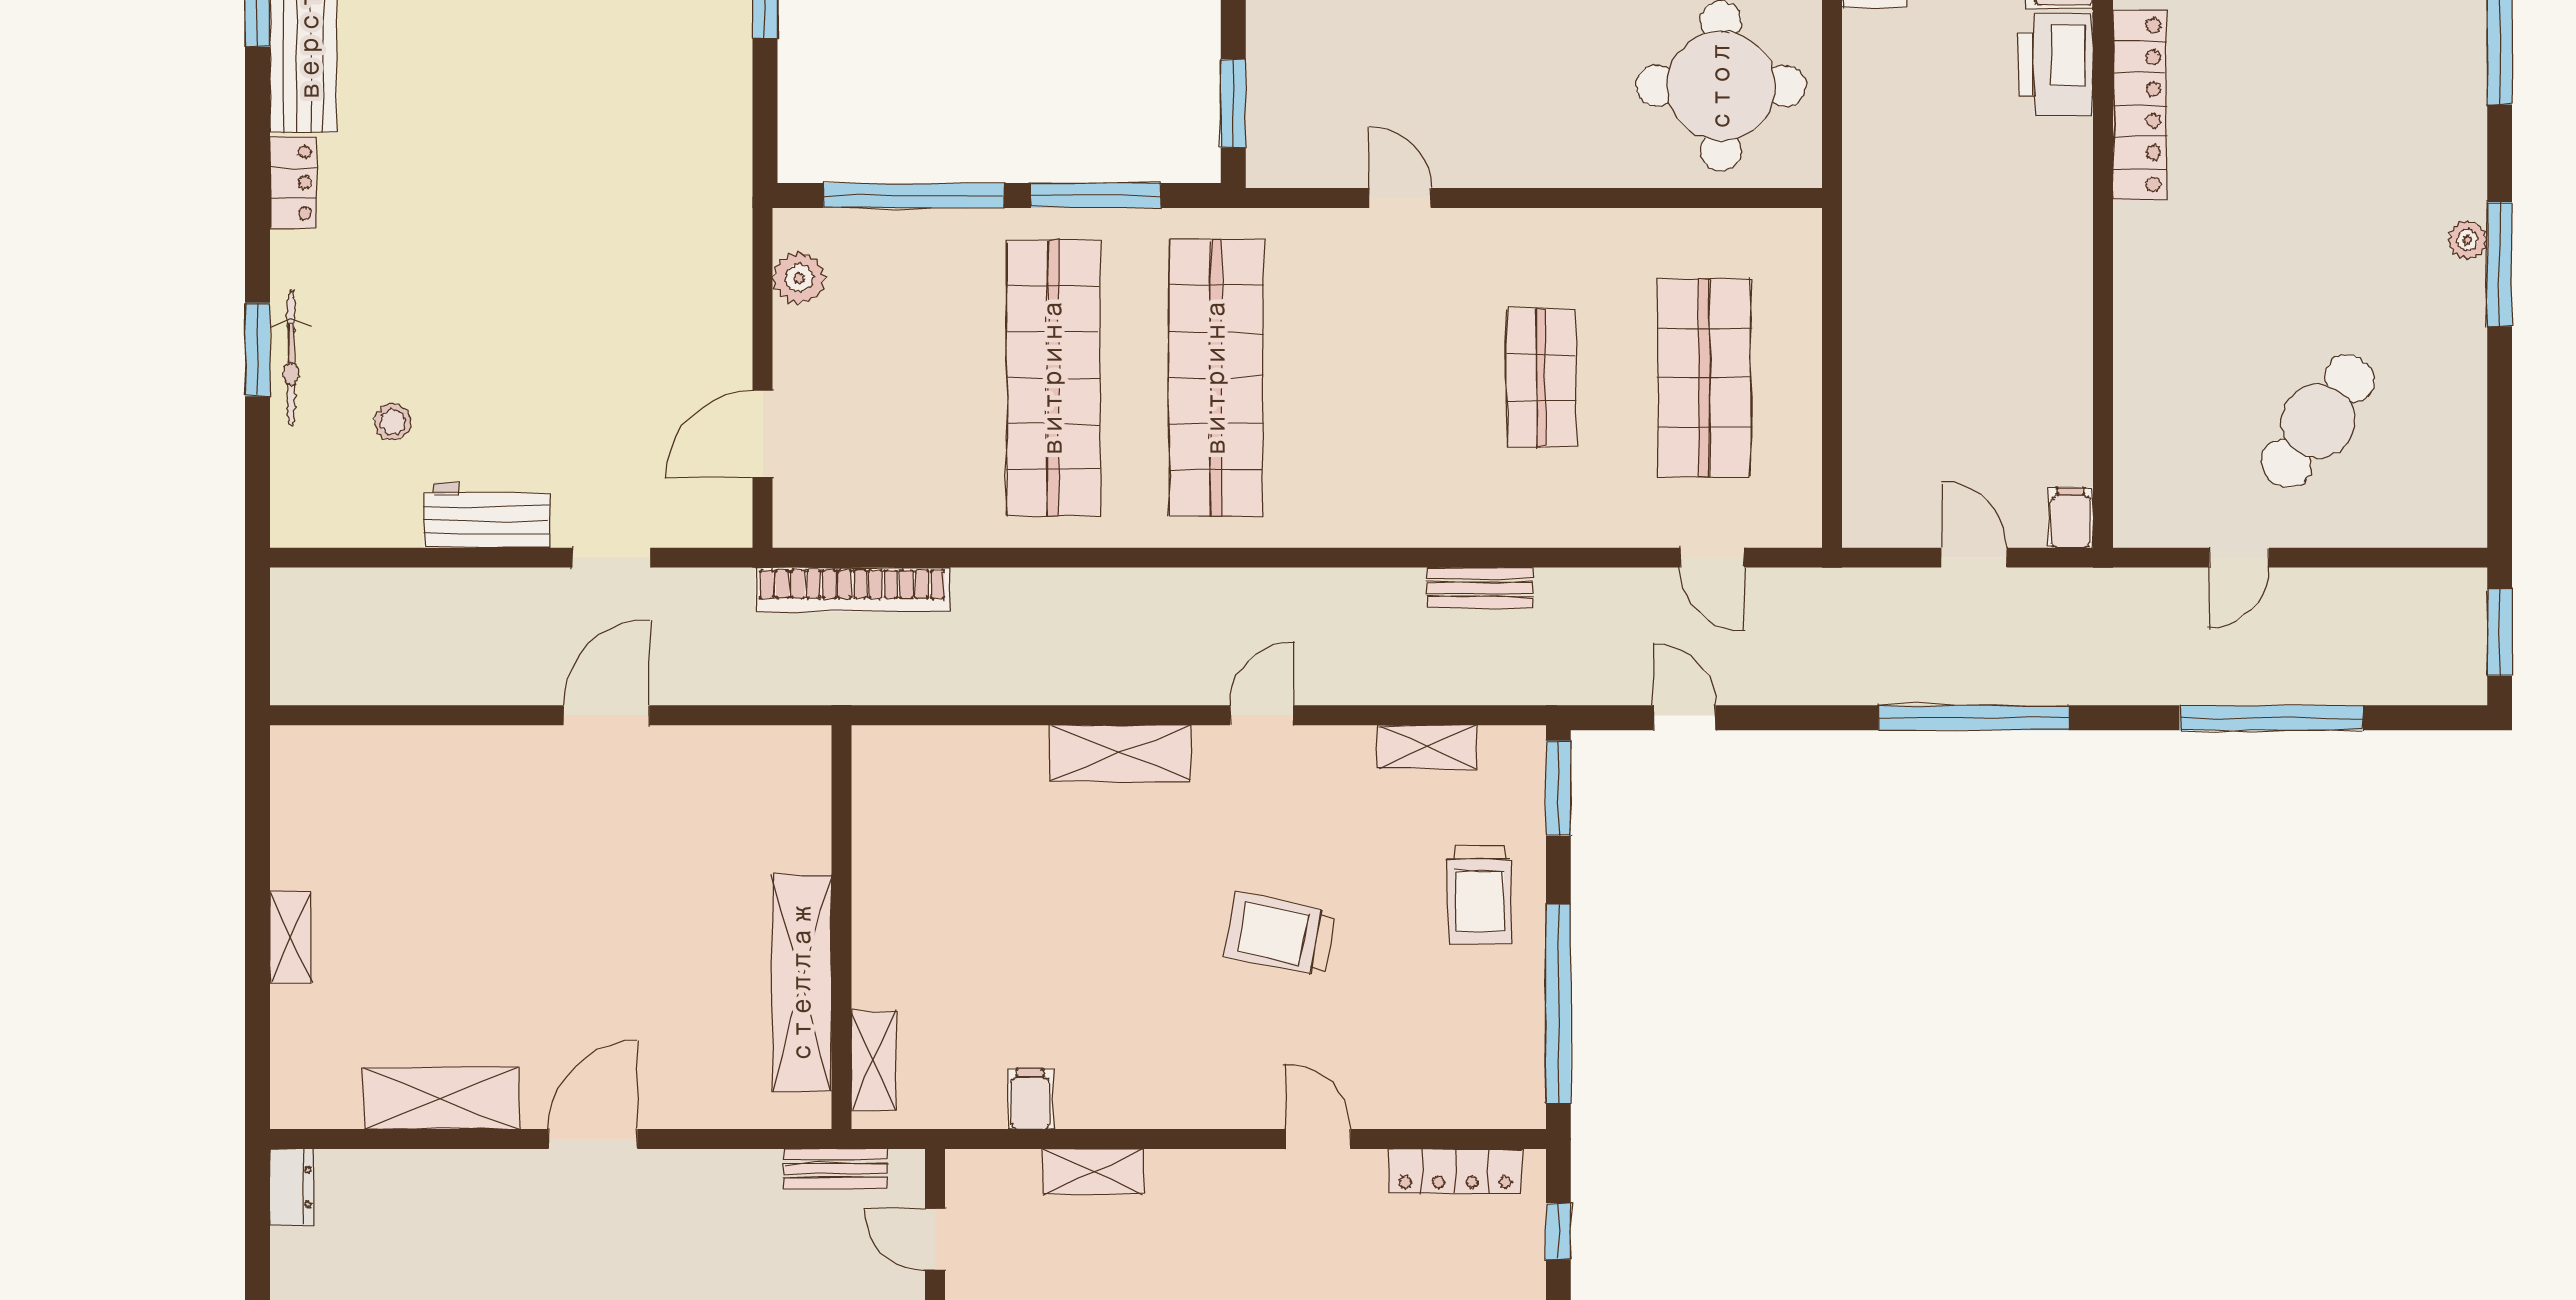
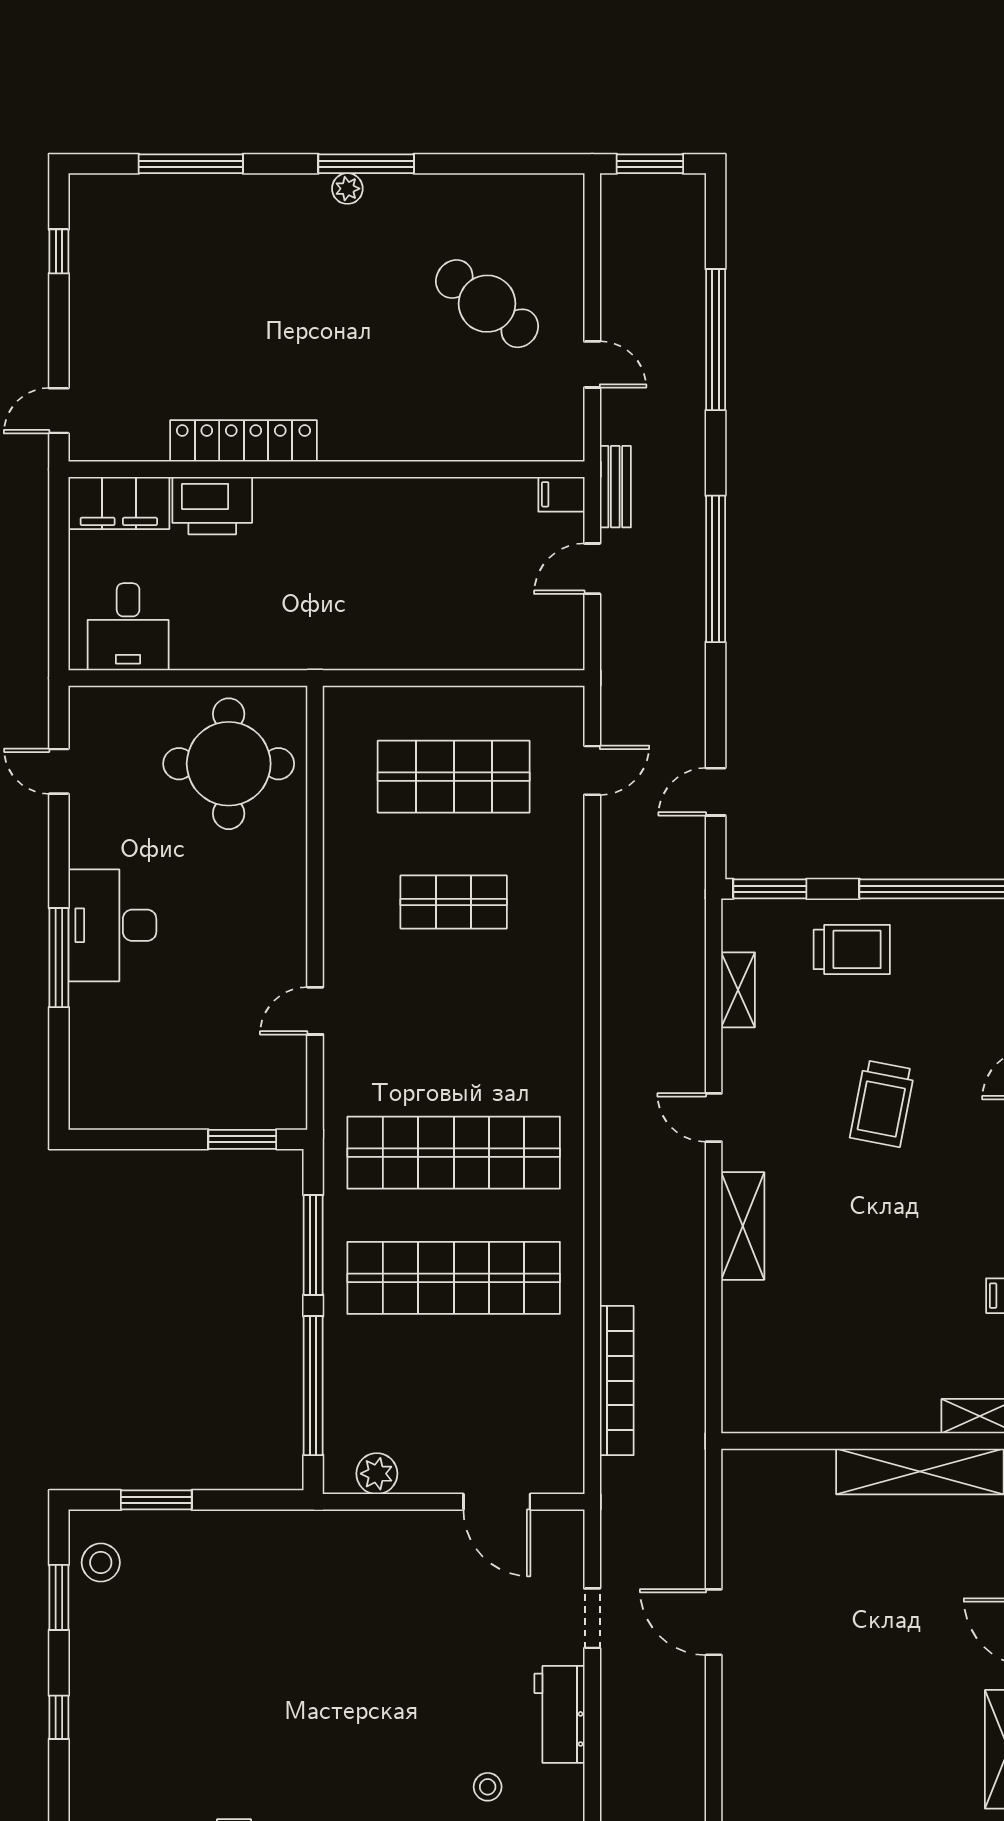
bench: (1480, 588) -> (615, 487), moved
bookcase: (852, 589) -> (617, 1381), moved

